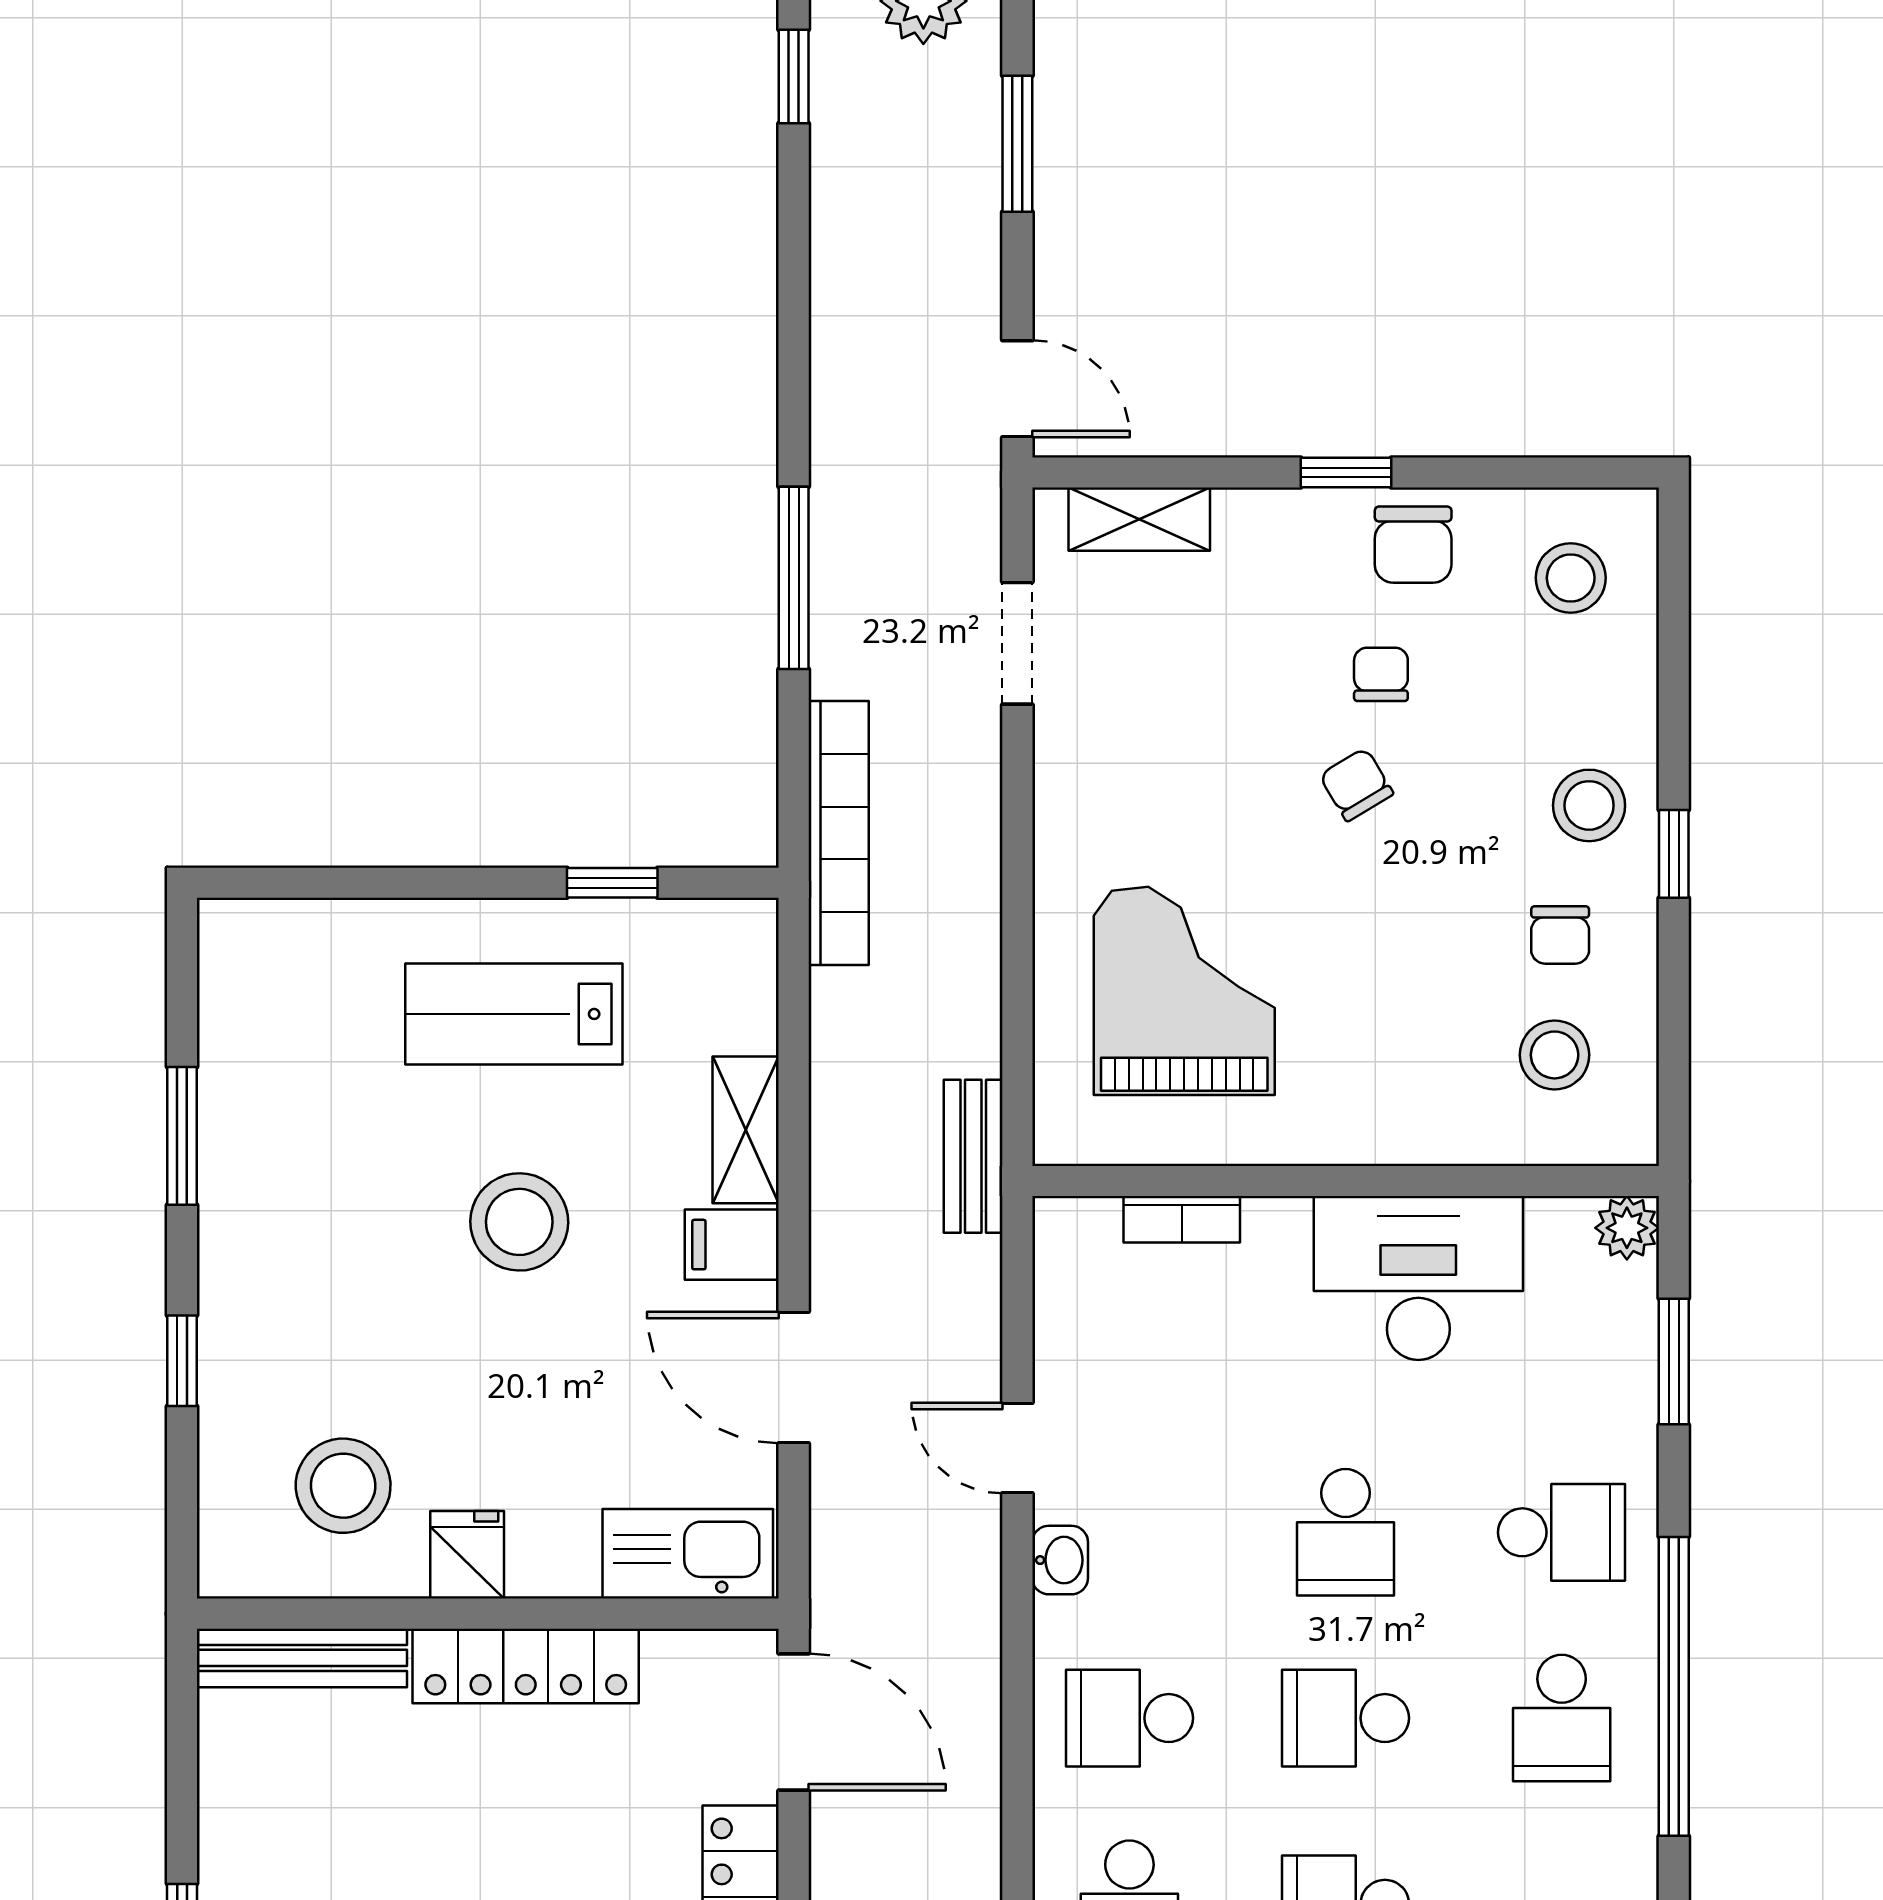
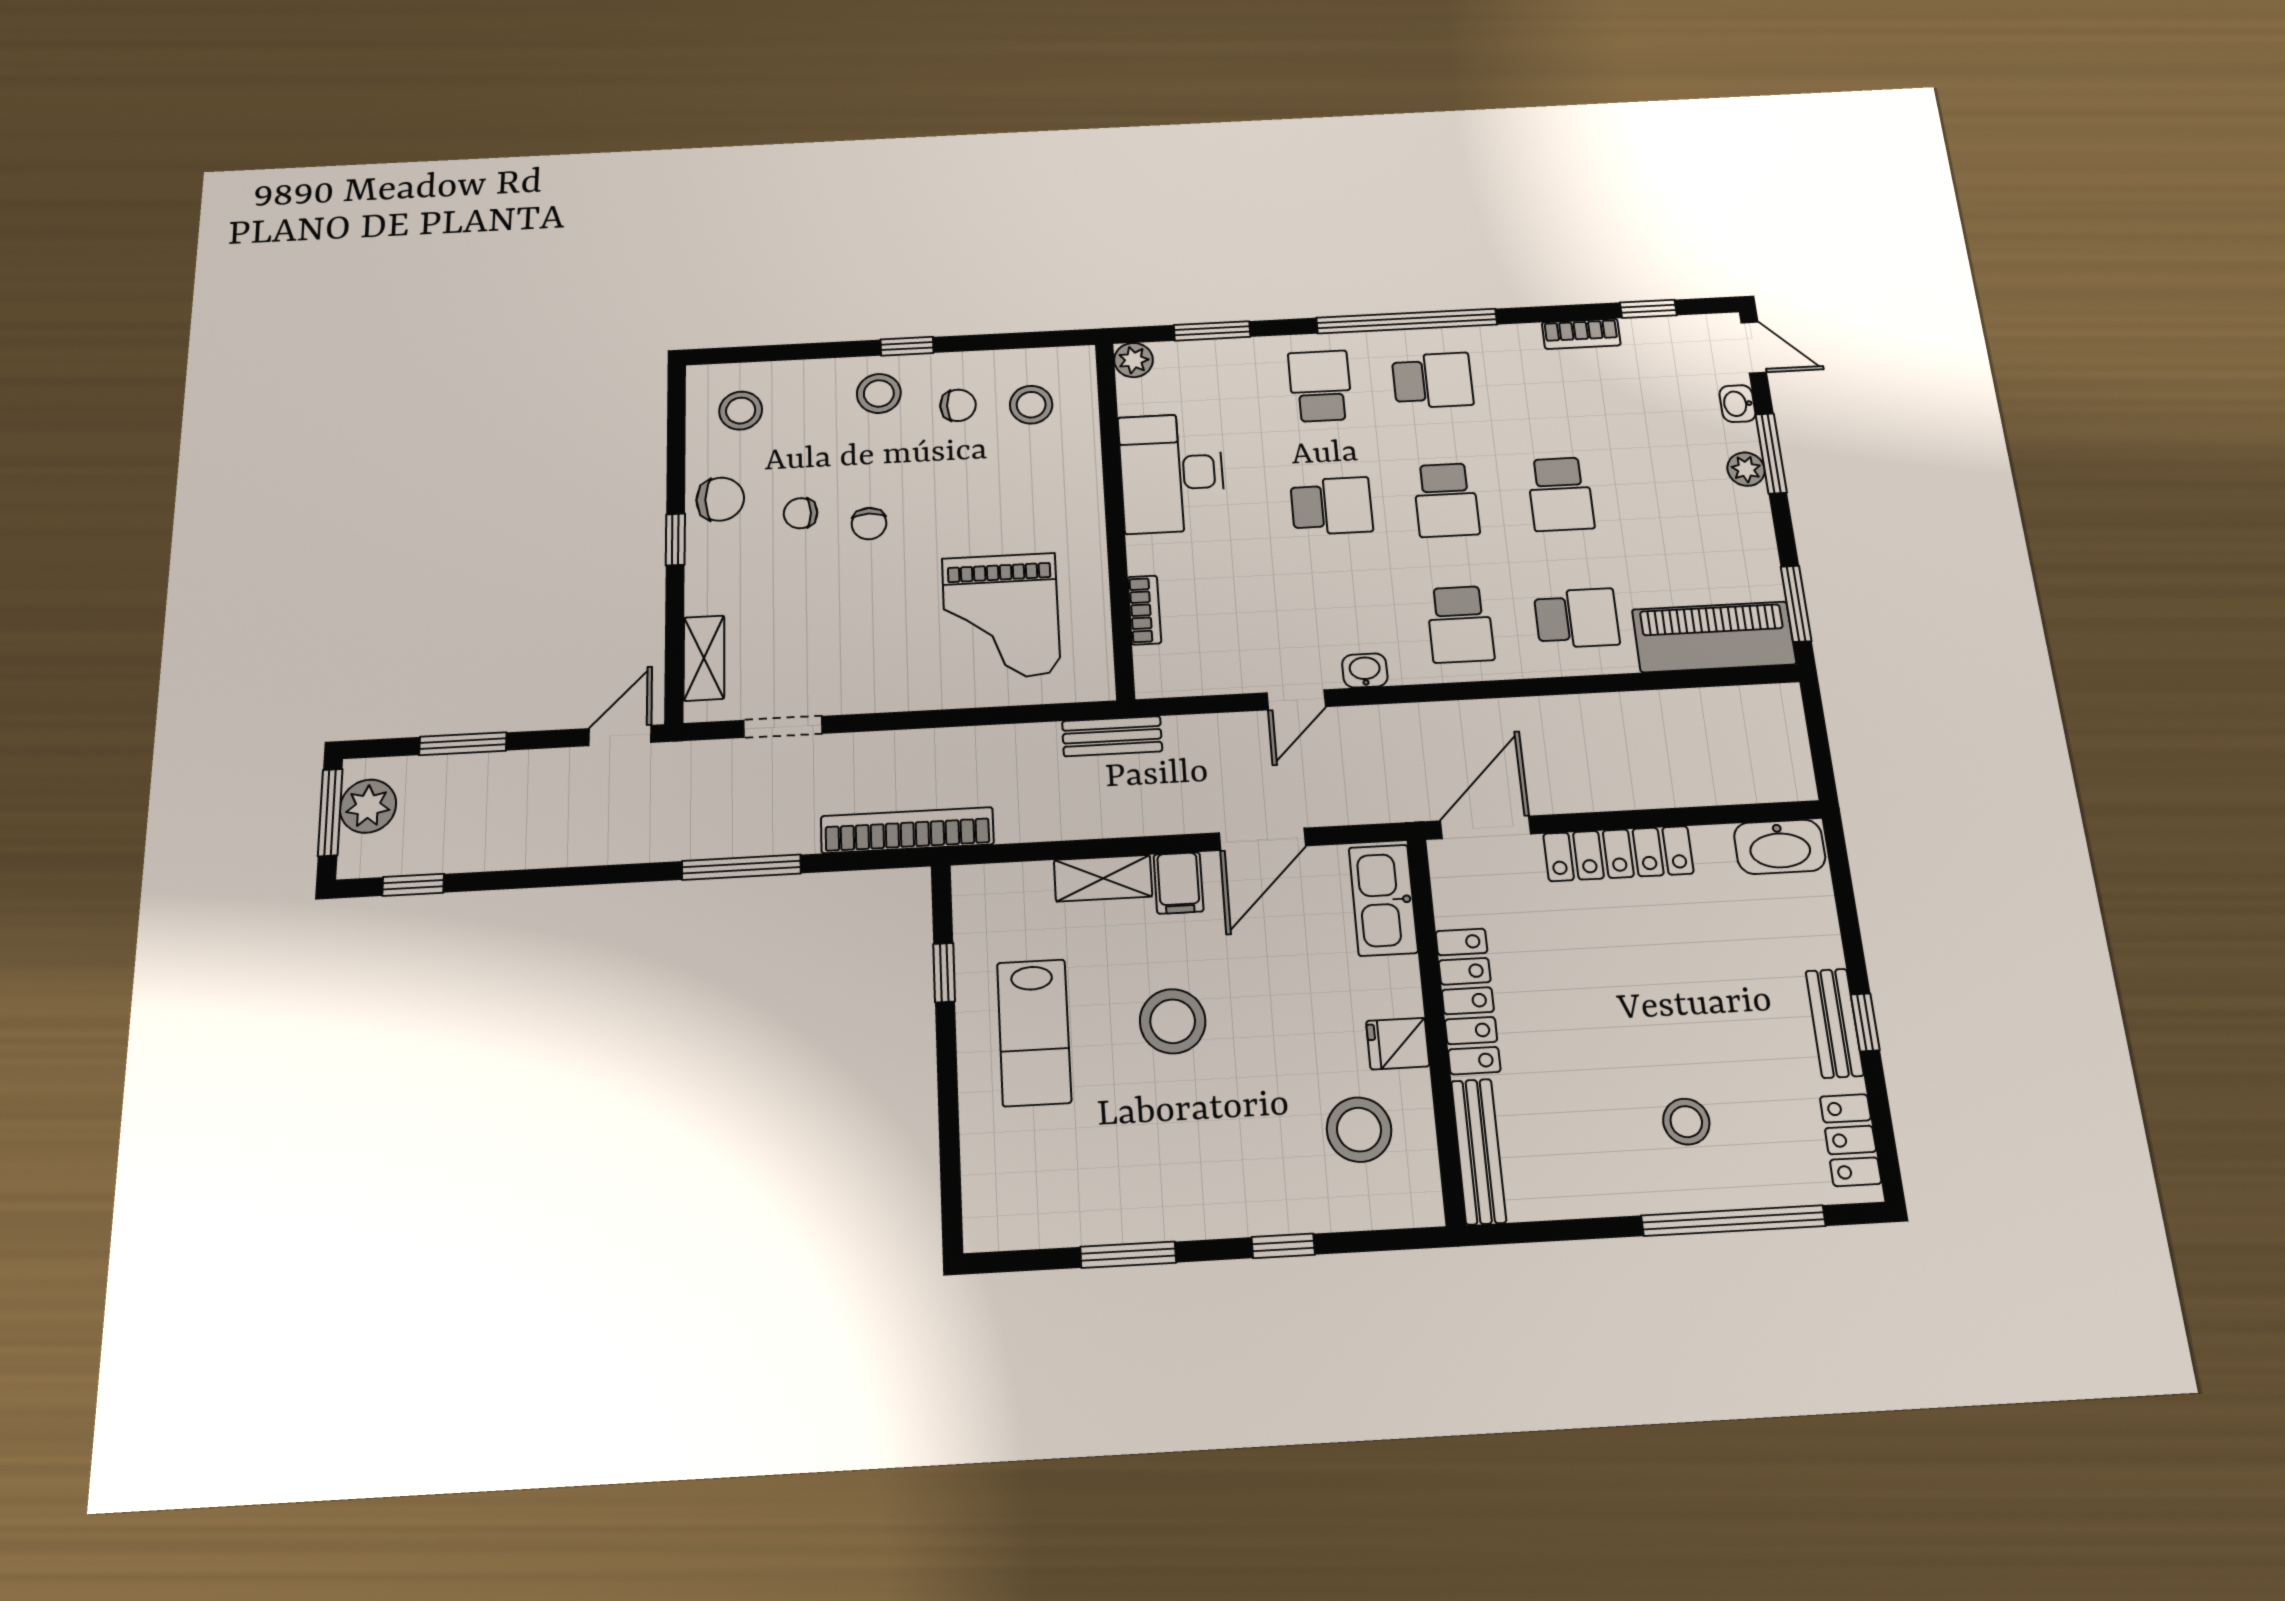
chair: (1356, 785) -> (869, 524), turned -59
grand piano: (1184, 991) -> (1001, 616), turned -90

